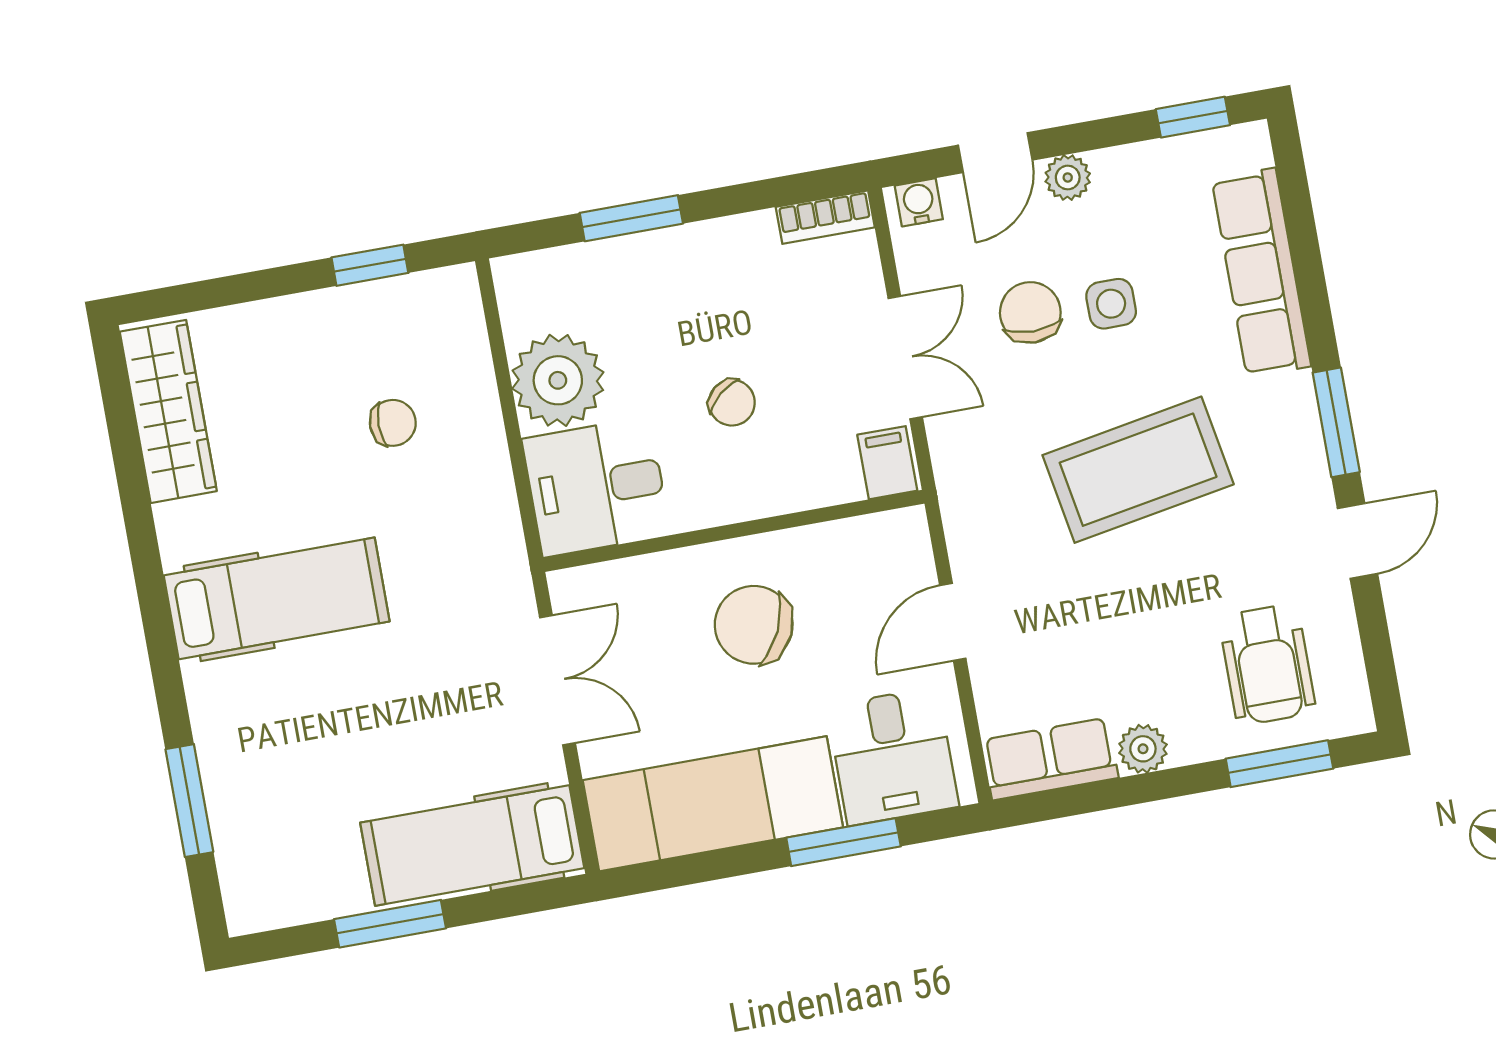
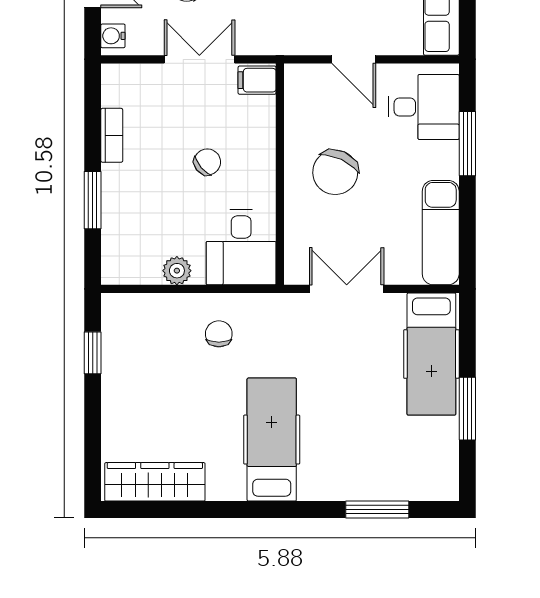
bookcase: (825, 217) -> (112, 135), moved
plant: (558, 380) -> (177, 271), width x0.53, depth x0.53
chair: (393, 423) -> (219, 334), moved
exam couch: (713, 804) -> (441, 233), width x0.73, depth x0.69

